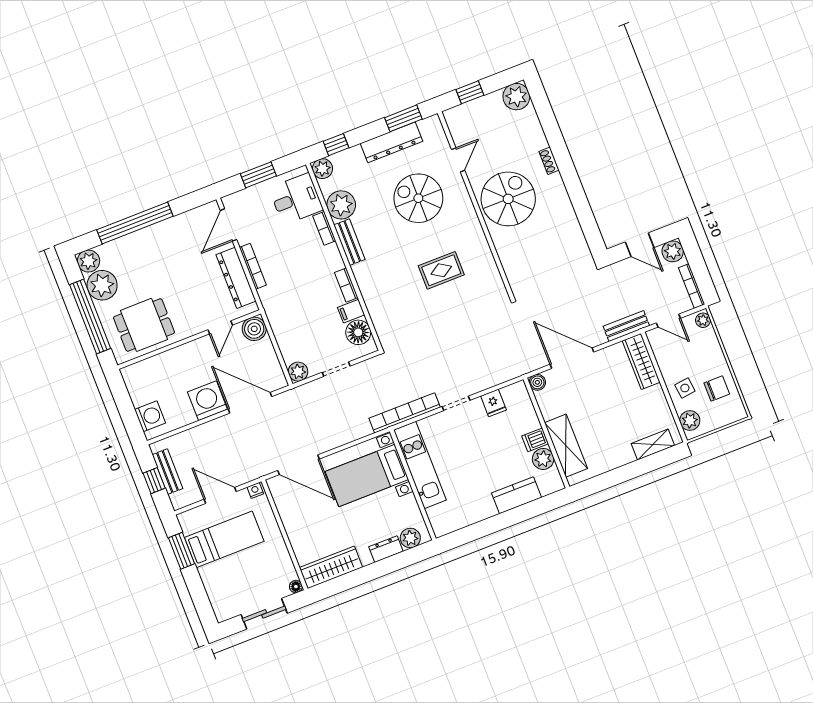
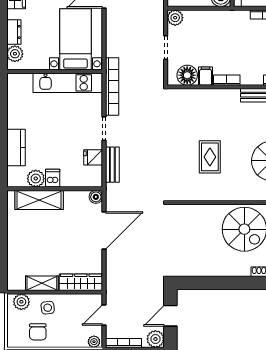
bench: (626, 326) -> (112, 165), moved
shelving: (653, 445) -> (42, 283), moved, turned 90

